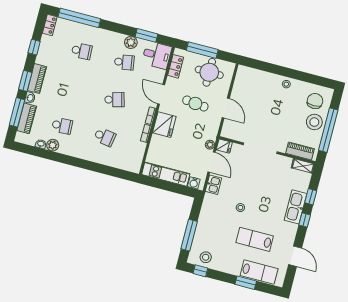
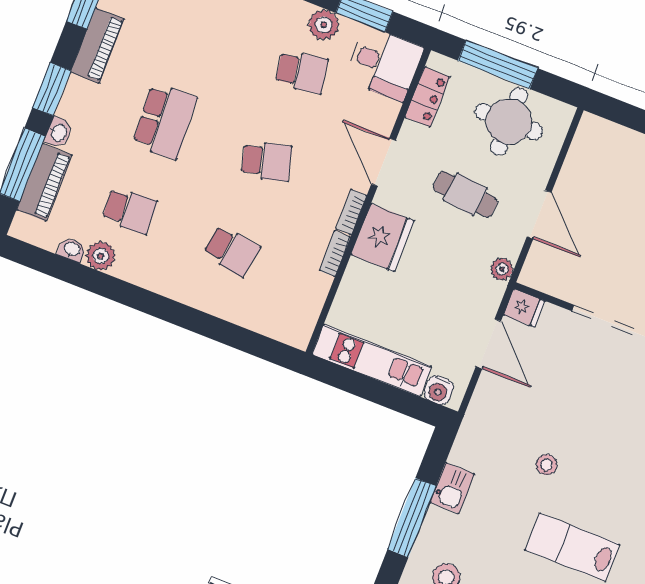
school desk: (82, 51) -> (165, 121), moved, width x1.85
piano: (37, 79) -> (97, 46), moved
plant: (210, 145) -> (502, 269), moved
kitchen sink: (213, 185) -> (452, 488), moved

